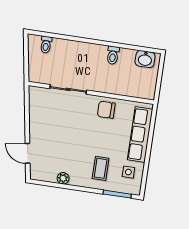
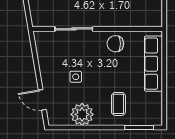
side table: (128, 172) -> (76, 77), moved
plant: (63, 178) -> (82, 114), width x1.88, depth x1.88

